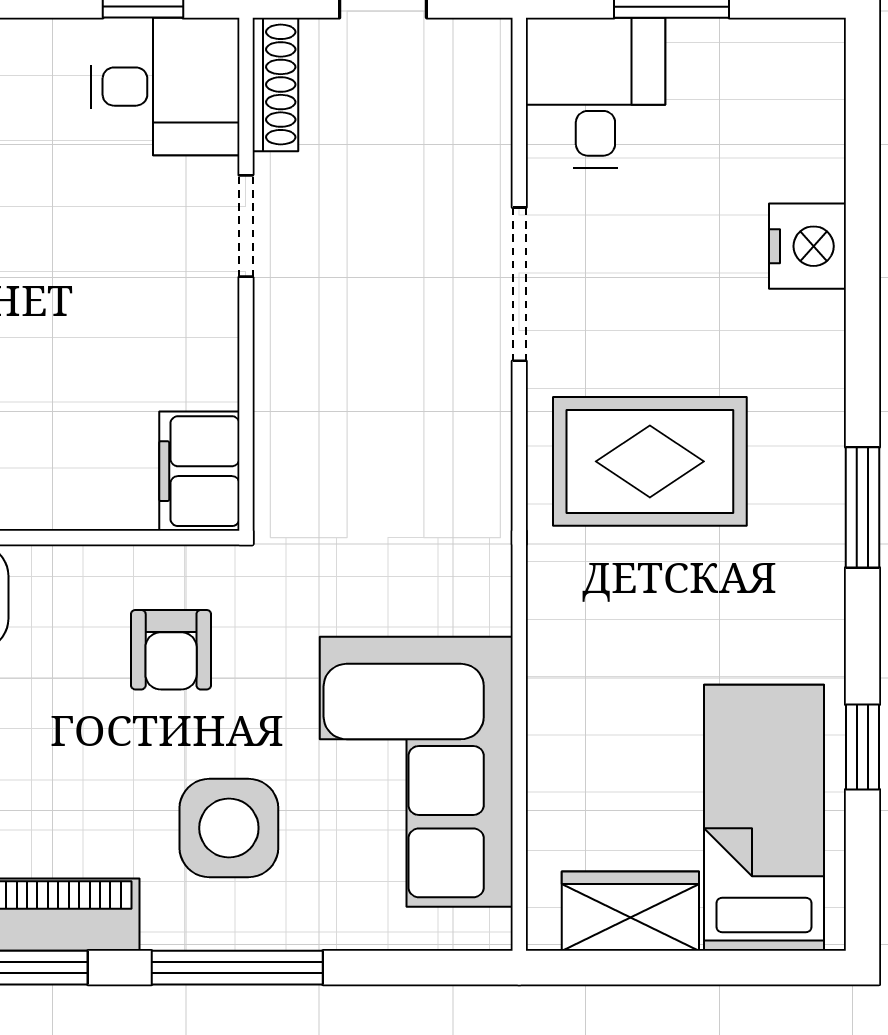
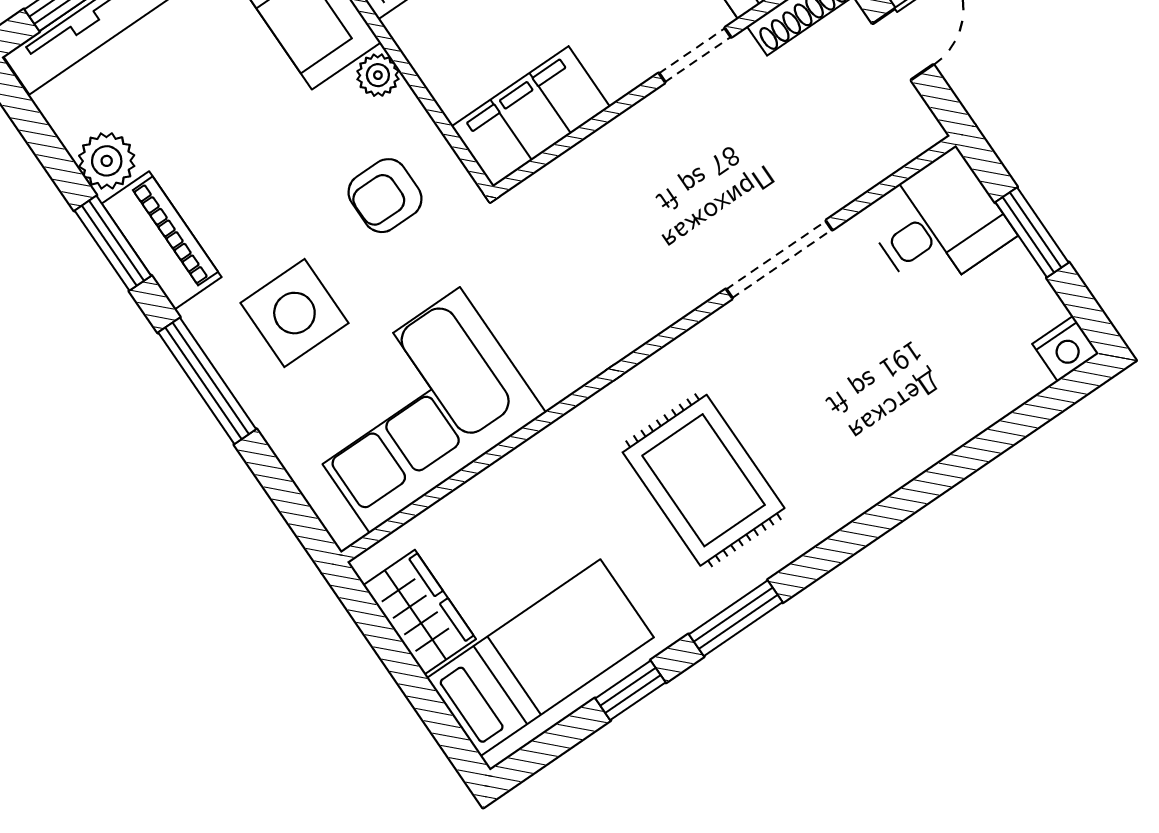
nightstand: (807, 246) -> (1066, 349), moved, width x0.74, depth x0.75
rug: (650, 461) -> (704, 480), moved
filing cabinet: (199, 471) -> (531, 117), width x1.50, depth x1.17
window: (863, 507) -> (736, 618), moved
plant: (40, 571) -> (378, 75), added

